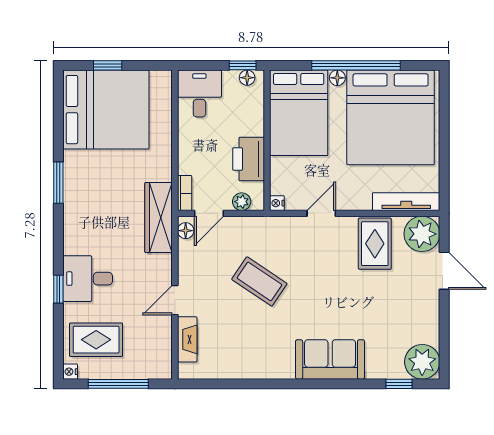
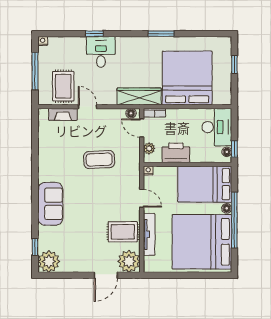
desk: (199, 94) -> (217, 127), width x1.37
bed: (106, 110) -> (187, 78), moved, turned 180
tv unit: (406, 202) -> (149, 234), moved
coffee table: (259, 281) -> (99, 160), turned 53
rug: (96, 340) -> (63, 86), moved

